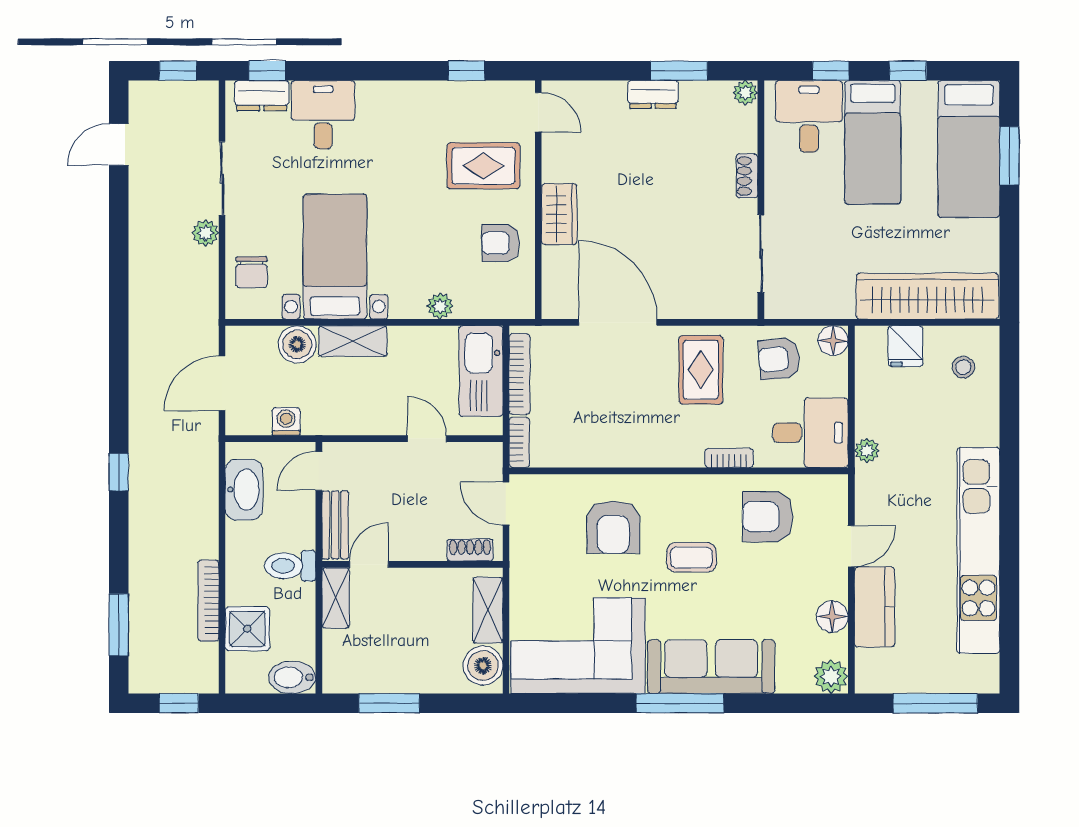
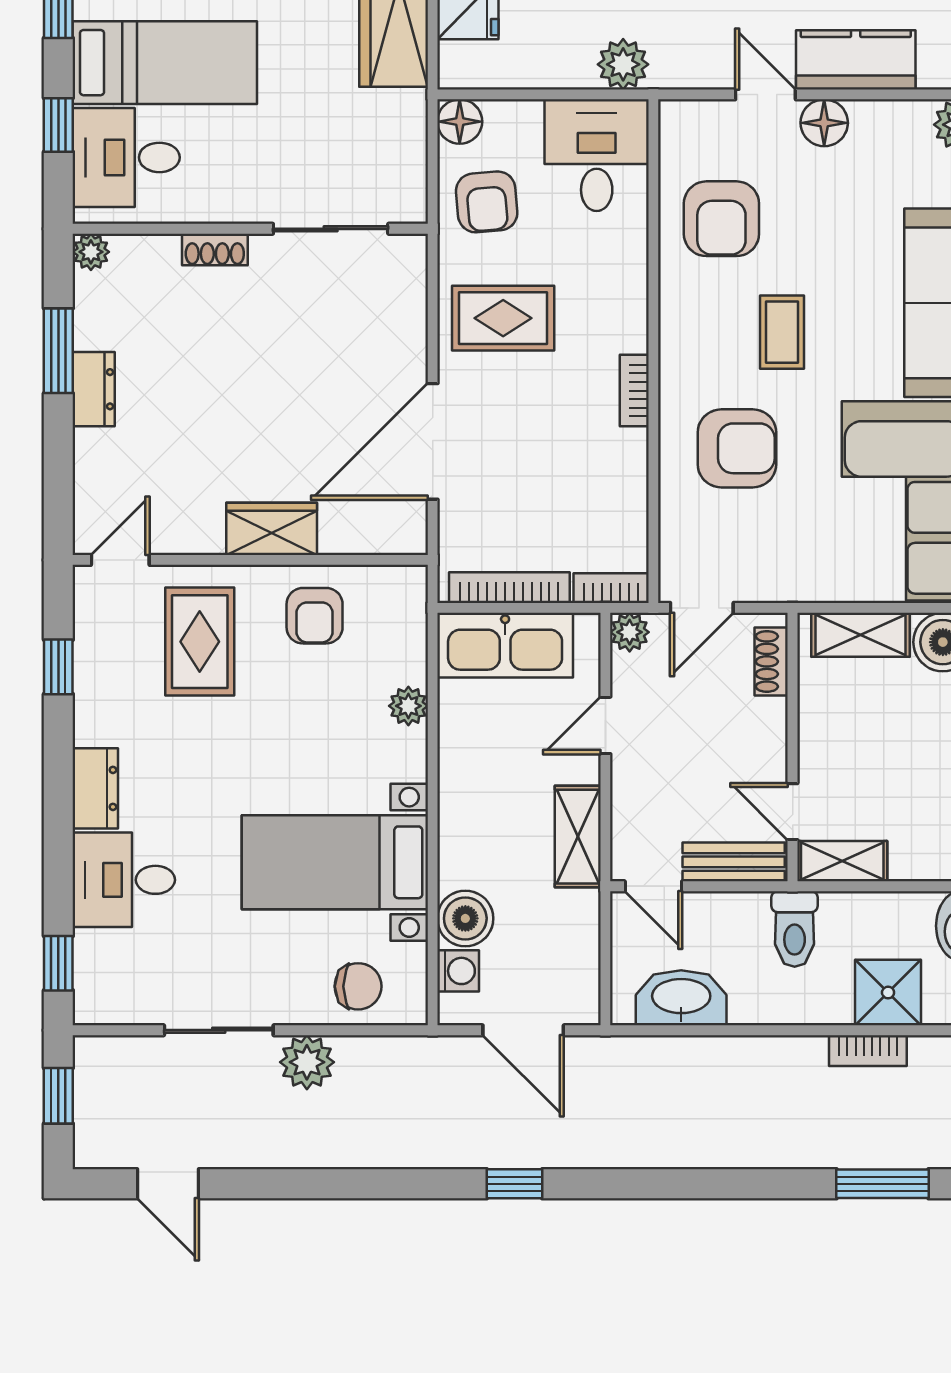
dresser: (262, 96) -> (95, 788), moved
plant: (205, 233) -> (307, 1062), width x1.38, depth x1.38
shelving: (353, 341) -> (578, 837), moved
washing machine: (286, 421) -> (458, 971), moved, turned 180
plant: (867, 451) -> (623, 64), width x1.38, depth x1.38
plant: (490, 455) -> (630, 632), added
bookcase: (729, 458) -> (634, 391), moved
window: (119, 472) -> (515, 1184), moved
bookcase: (208, 601) -> (868, 1051), width x0.64
floor lamp: (832, 617) -> (824, 123), moved

